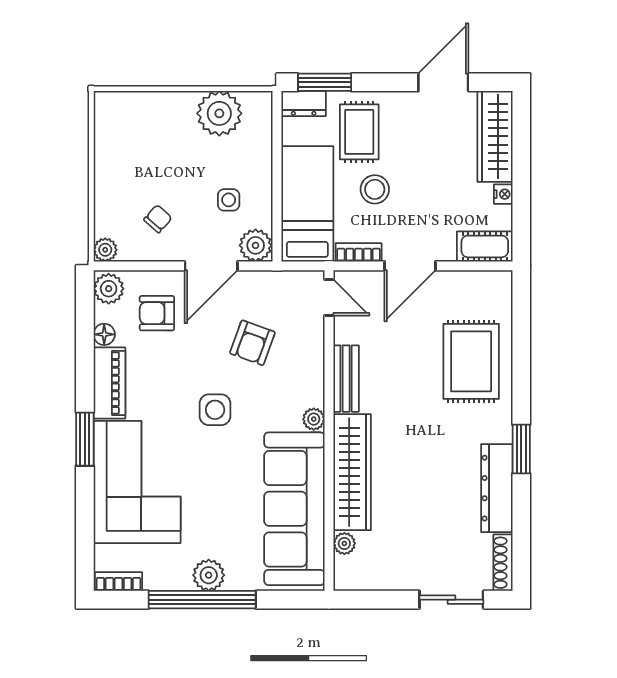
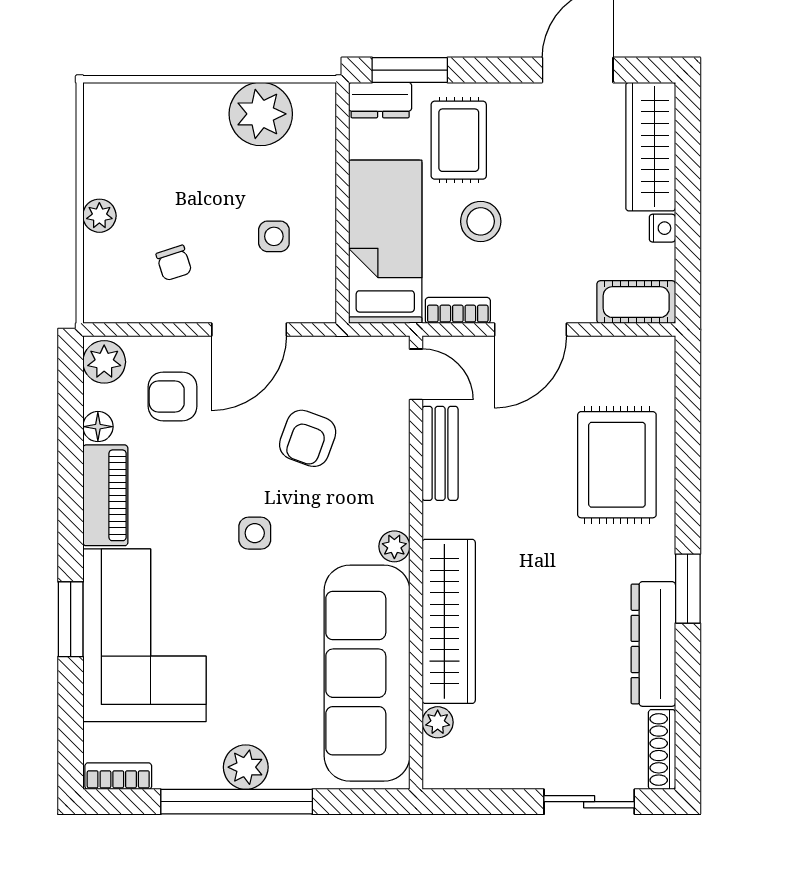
chair: (158, 219) -> (174, 263), turned 120
plant: (256, 245) -> (312, 301), removed
plant: (105, 250) -> (99, 216), moved
bench: (346, 379) -> (440, 453), moved
side table: (215, 410) -> (255, 533), width x0.73, depth x0.73
window: (85, 439) -> (71, 619), moved

